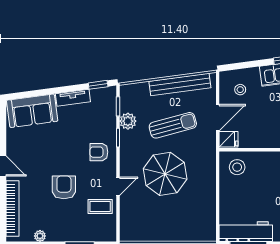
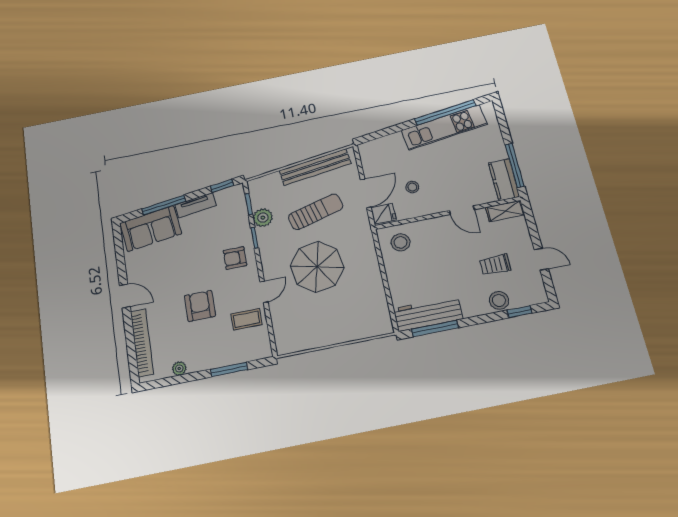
stool: (240, 90) -> (412, 187), moved
window: (46, 92) -> (164, 205), added

